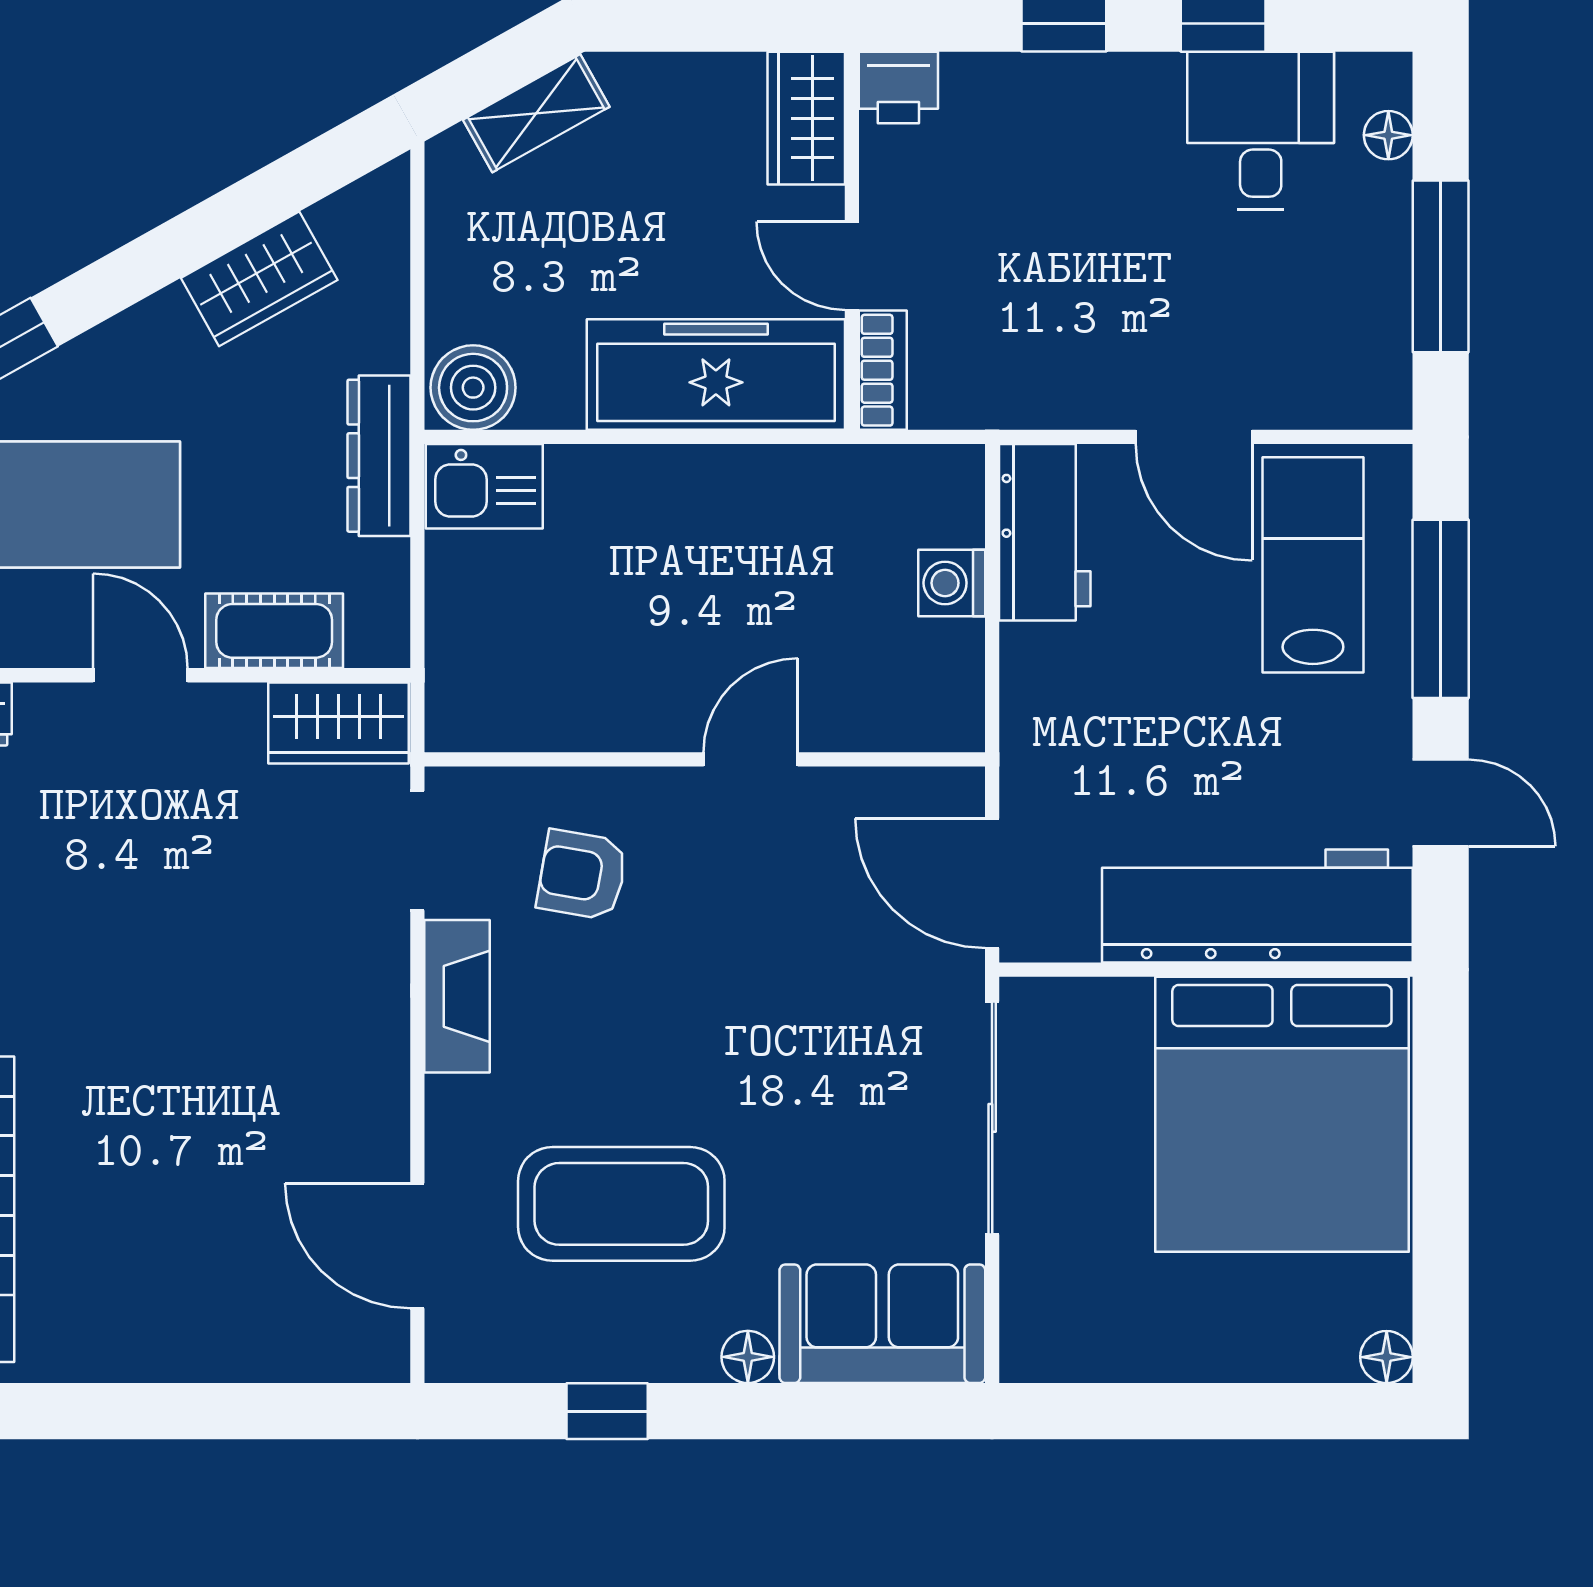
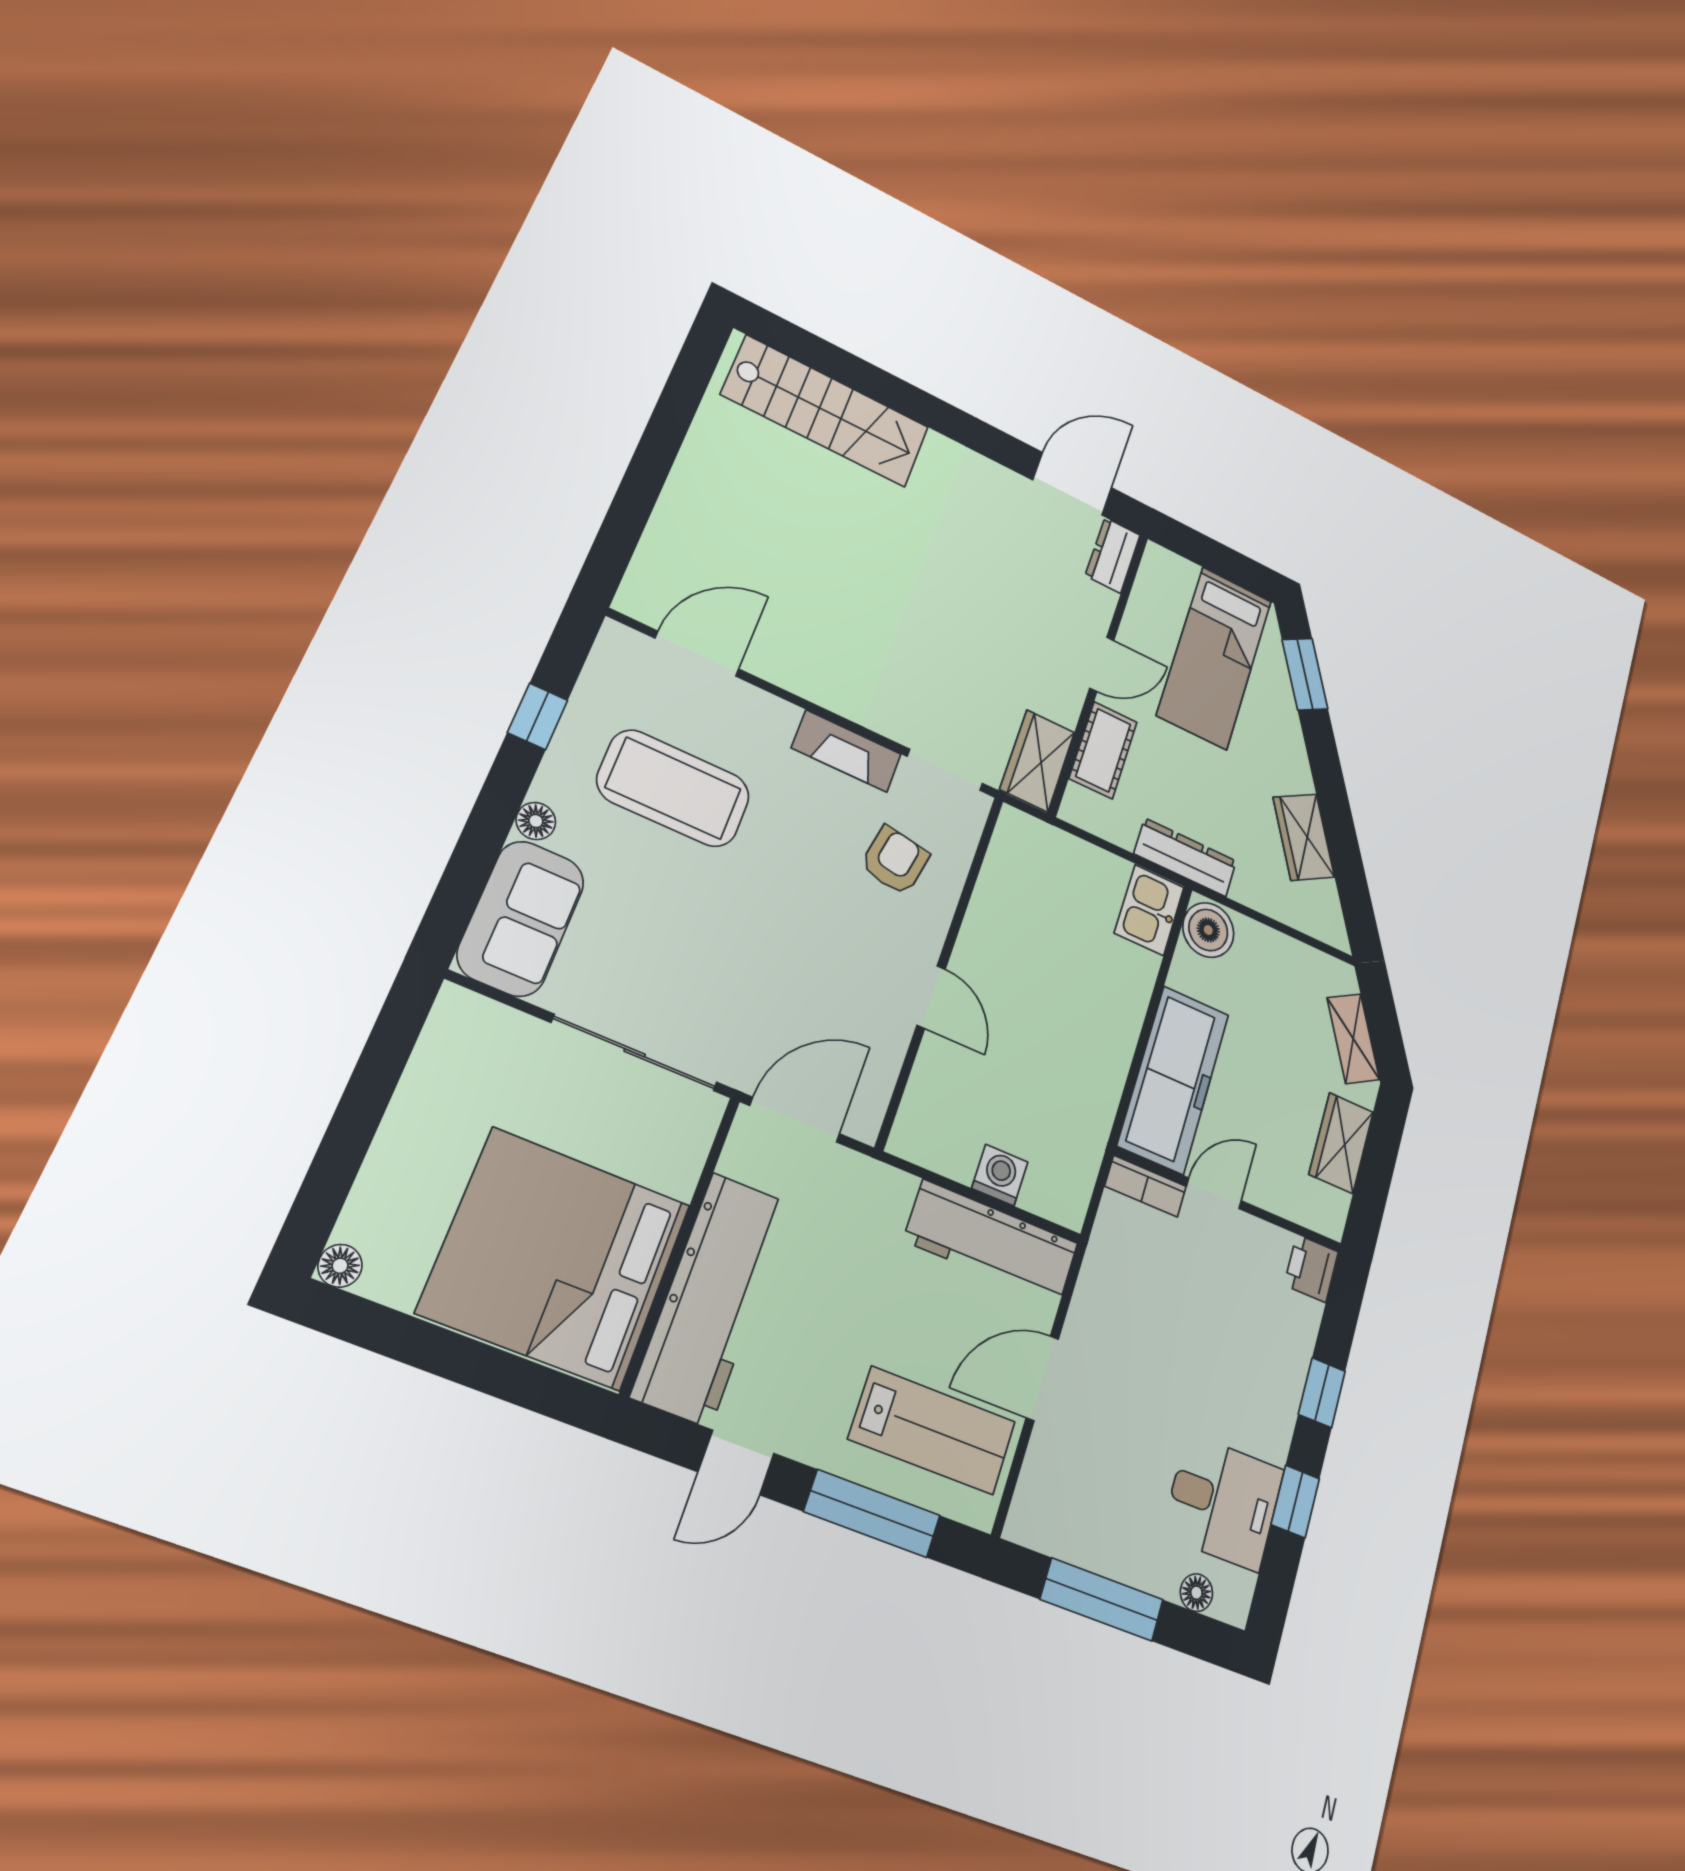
wardrobe: (806, 118) -> (1341, 1143), moved, turned -90
workbench: (1045, 532) -> (991, 1242), width x1.38
coffee table: (621, 1204) -> (673, 788), turned 90

